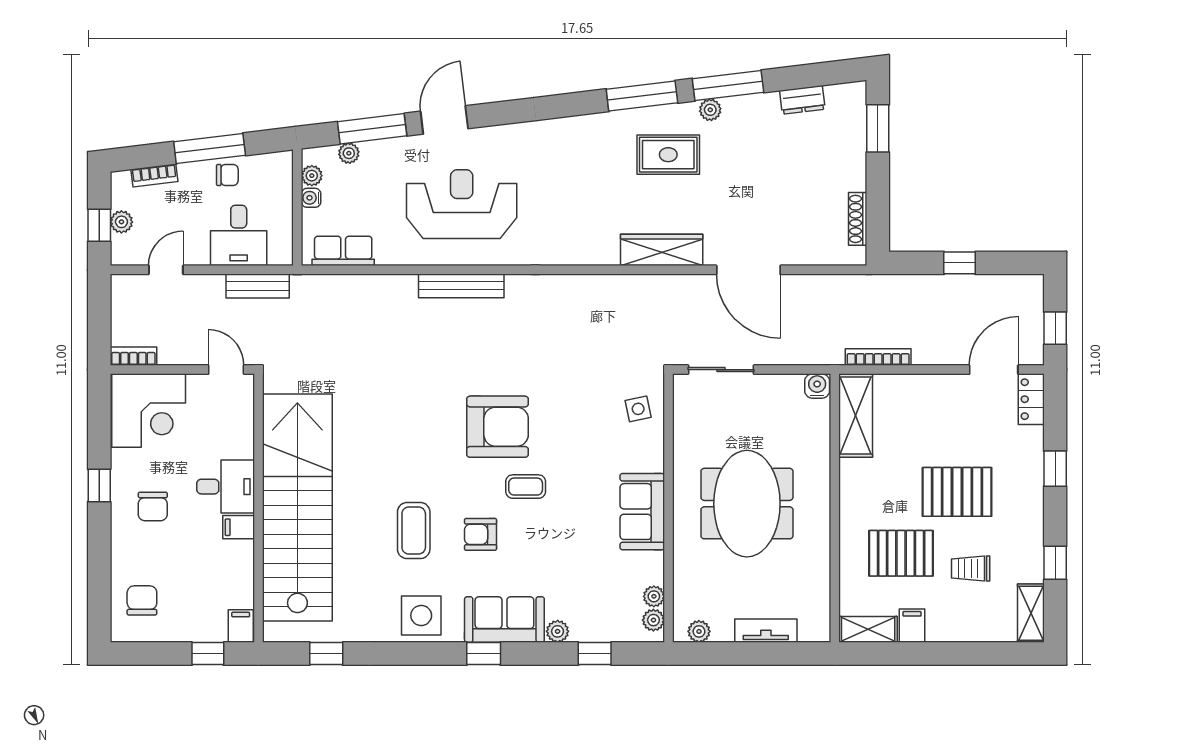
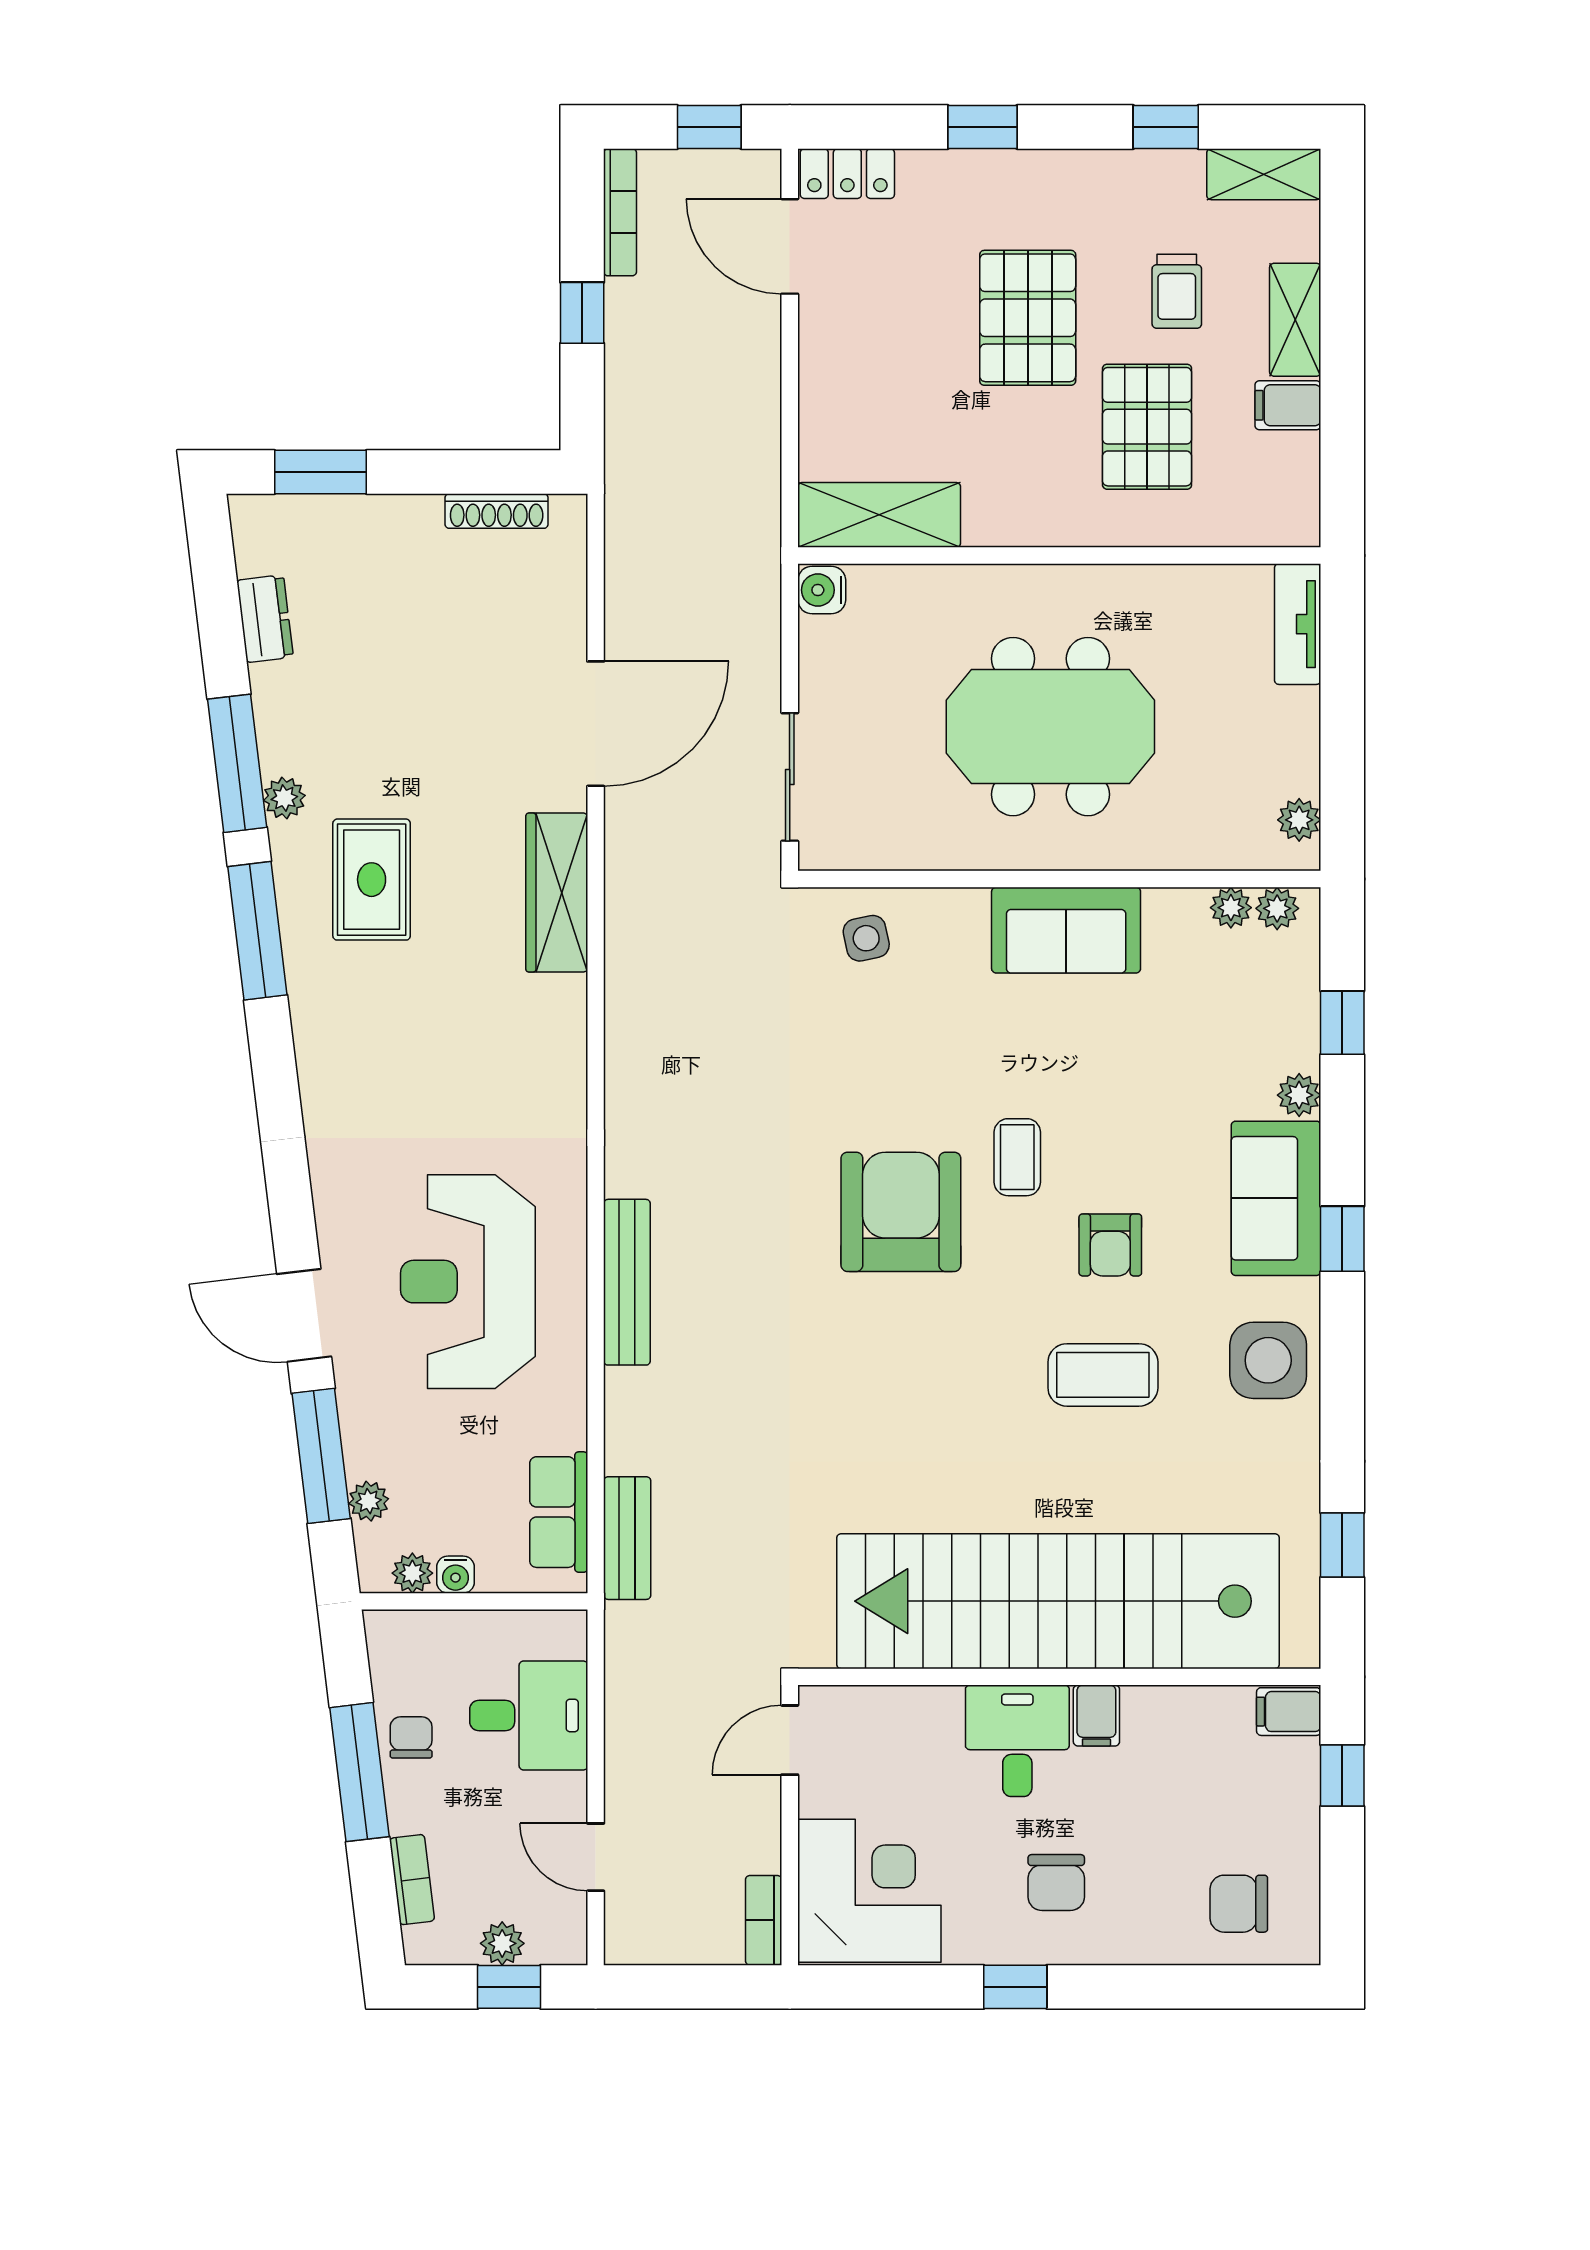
bench: (258, 286) -> (627, 1538), moved
bookcase: (878, 357) -> (620, 212), moved, turned 180
chair: (153, 507) -> (1056, 1883), turned 90
shelving: (868, 629) -> (1295, 320), moved
tv unit: (766, 631) -> (1298, 624), moved

